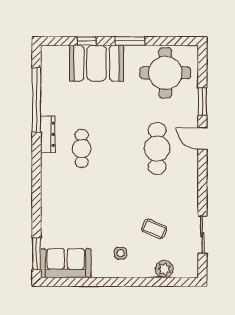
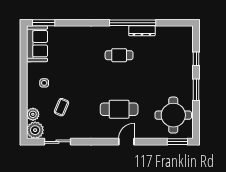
booth: (97, 63) -> (180, 66), removed
window: (36, 100) -> (133, 23), moved
window: (202, 102) -> (177, 142), moved
dresser: (48, 134) -> (142, 31), moved
plant: (186, 266) -> (35, 130), added

